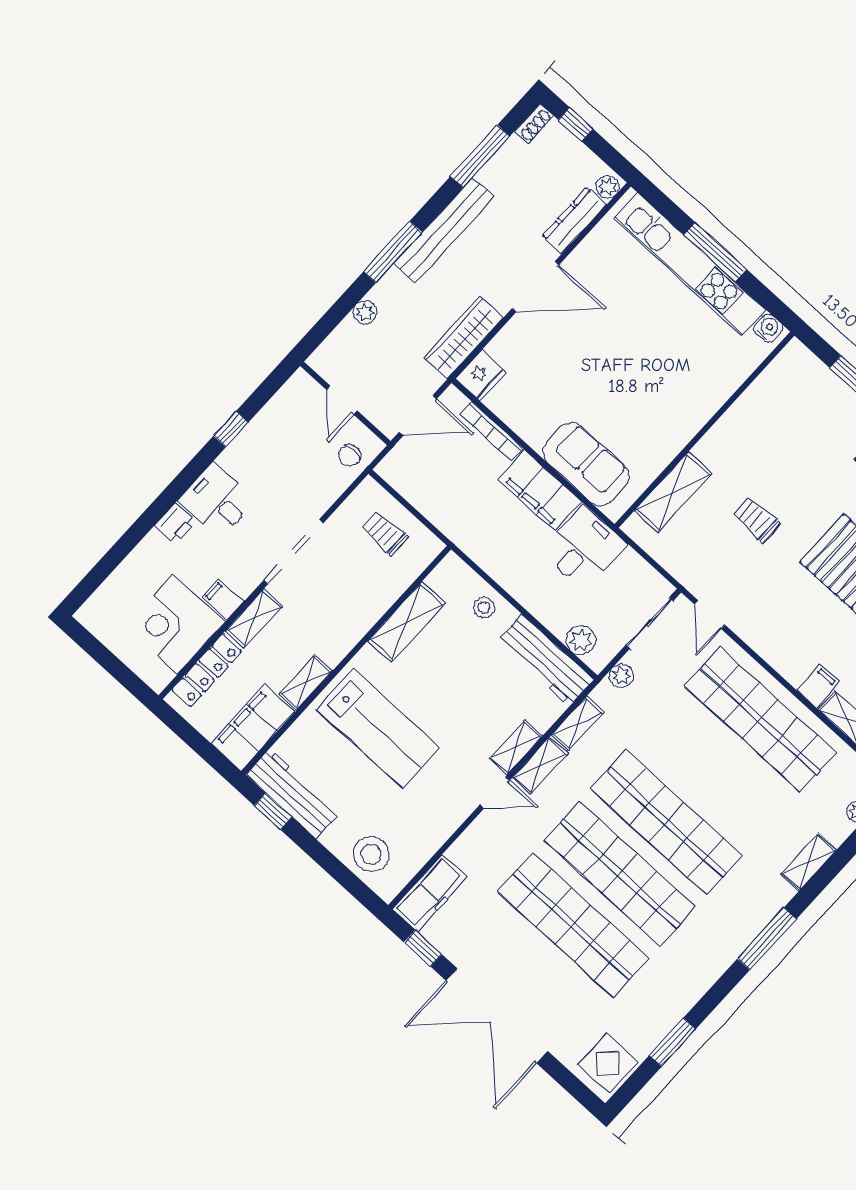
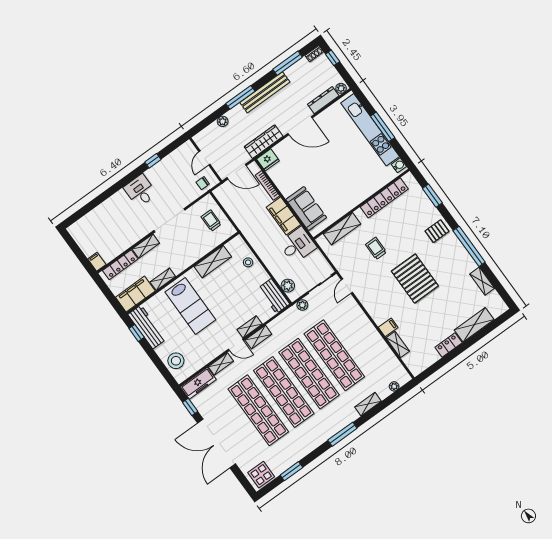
locker: (751, 406) -> (384, 198), added
printer: (175, 524) -> (120, 197), removed
filing cabinet: (223, 599) -> (97, 262), moved
corner desk: (175, 625) -> (110, 242), removed
workbench: (545, 660) -> (274, 296), width x0.73
shop shelf: (760, 720) -> (334, 355), moved
shelving: (578, 723) -> (221, 364), moved

